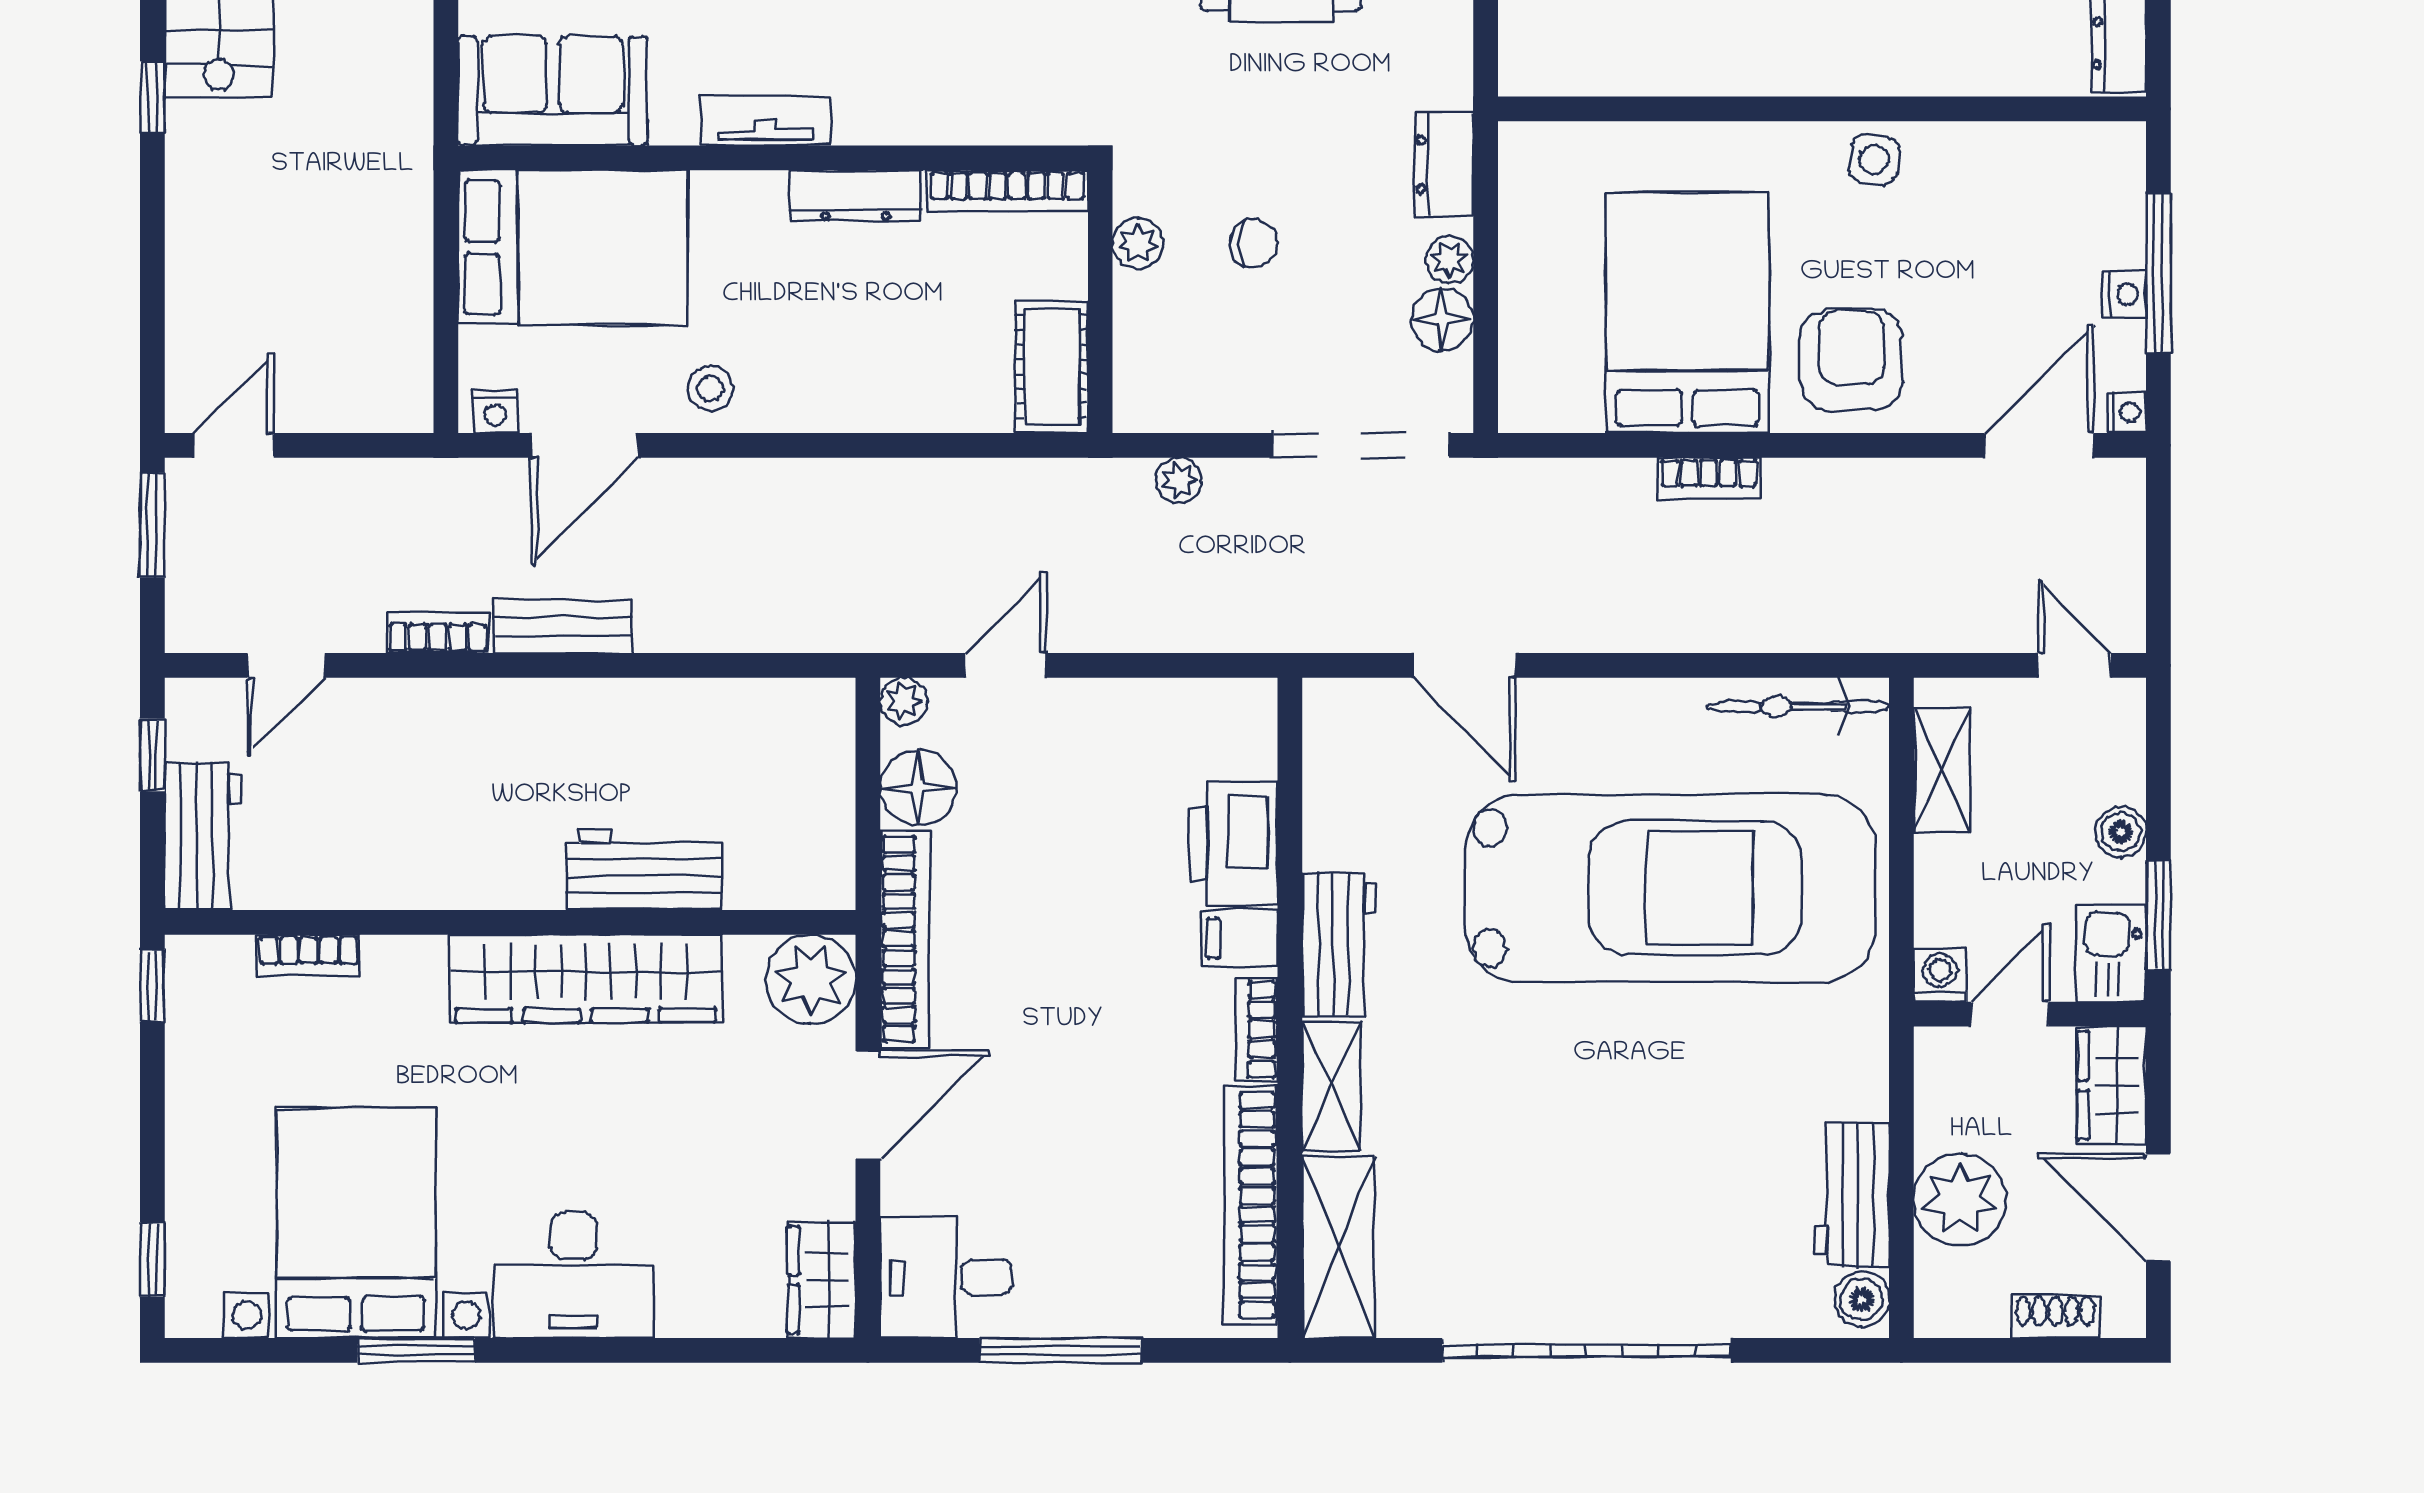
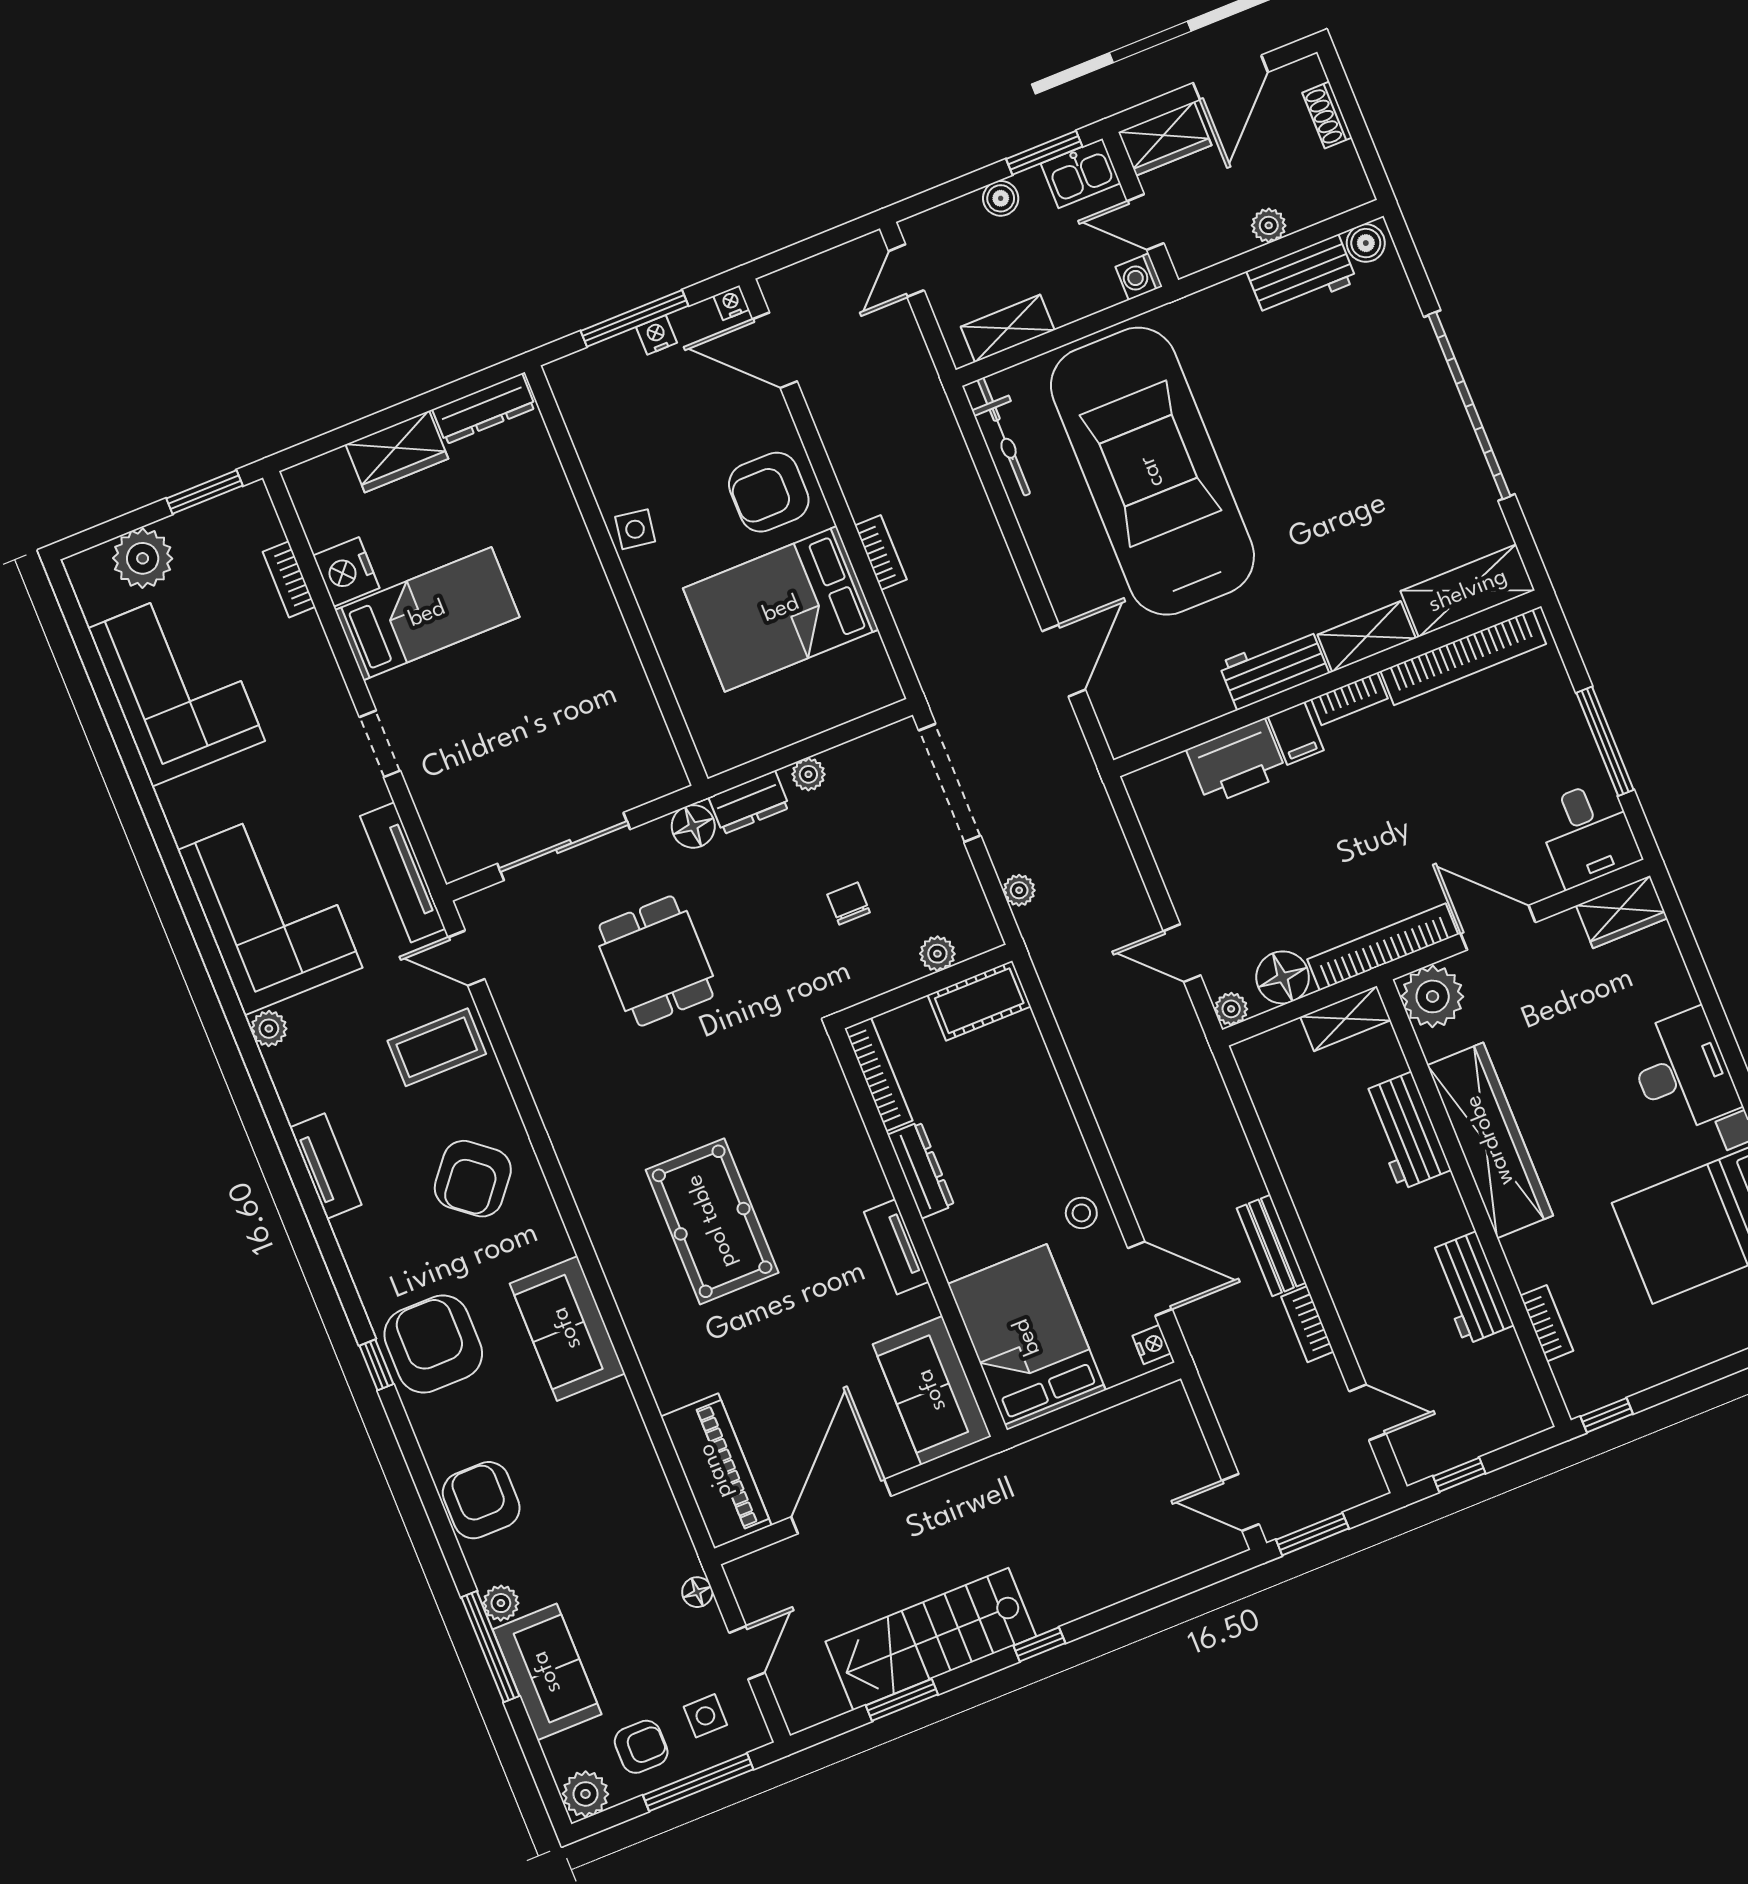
plant: (1138, 243) -> (937, 954), moved
floor lamp: (1442, 320) -> (693, 826), moved
workbench: (203, 836) -> (1471, 1288), moved, turned -90
shelving: (829, 850) -> (1345, 1019), added
plant: (1960, 1200) -> (1269, 225), width x0.53, depth x0.53

